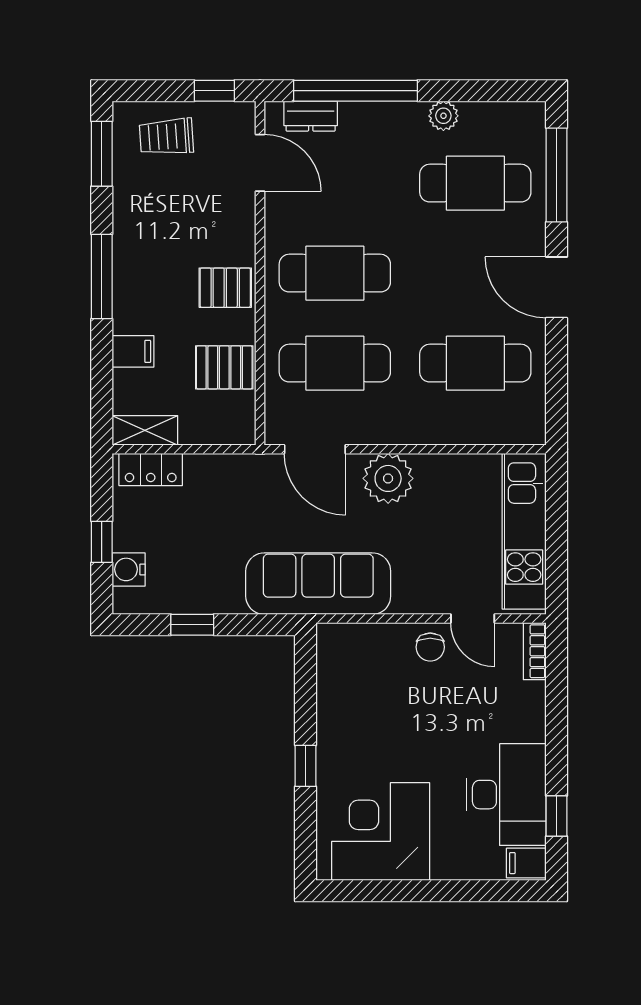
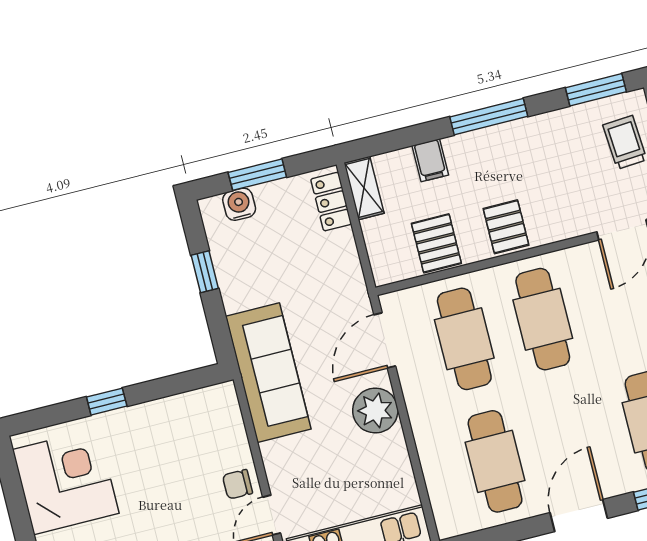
window: (102, 542) -> (257, 175), width x1.50

